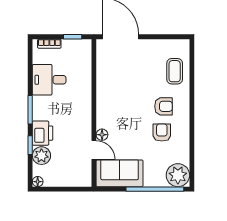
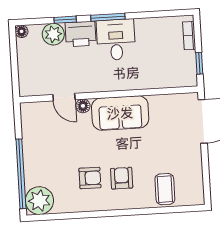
coffee table: (175, 71) -> (165, 189), turned 90
desk: (49, 80) -> (116, 40), moved
armchair: (163, 106) -> (122, 178), turned 180
door: (94, 150) -> (64, 97), hinge flipped
sofa: (120, 173) -> (120, 113), moved, turned 90

